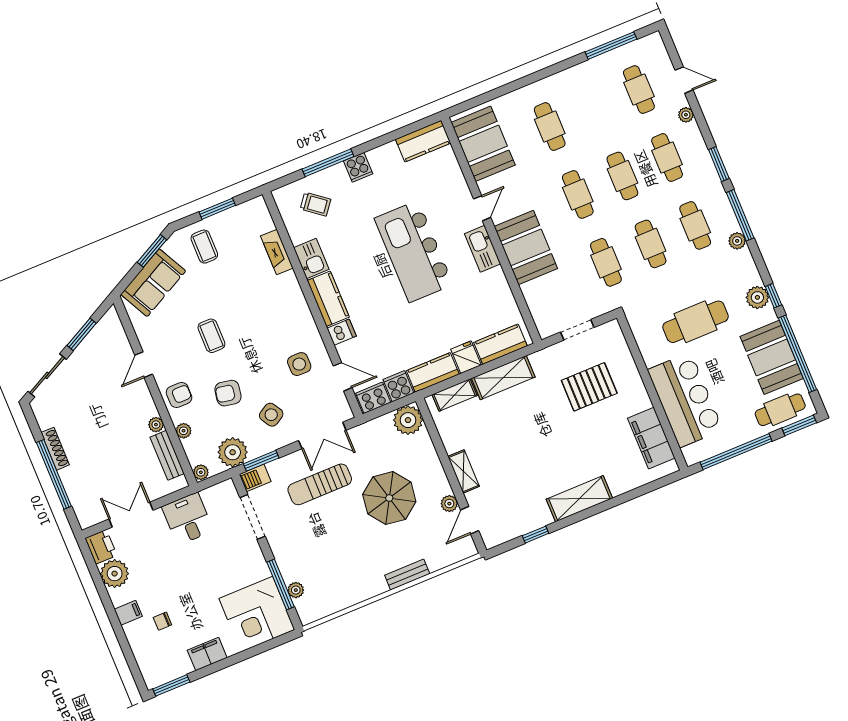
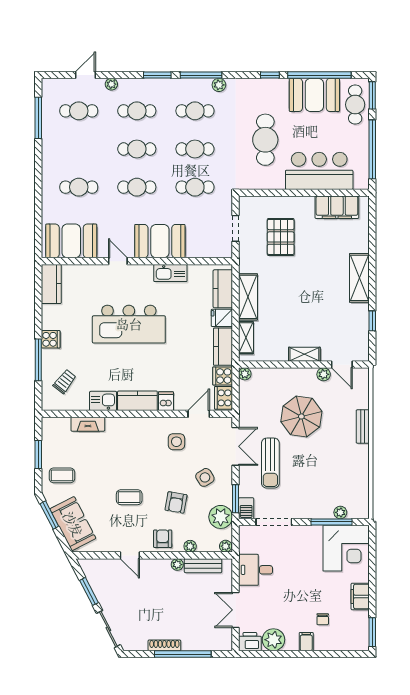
kitchen sink: (483, 249) -> (170, 273), moved
plant: (757, 297) -> (266, 87), removed
plant: (408, 420) -> (245, 374), width x0.53, depth x0.53

